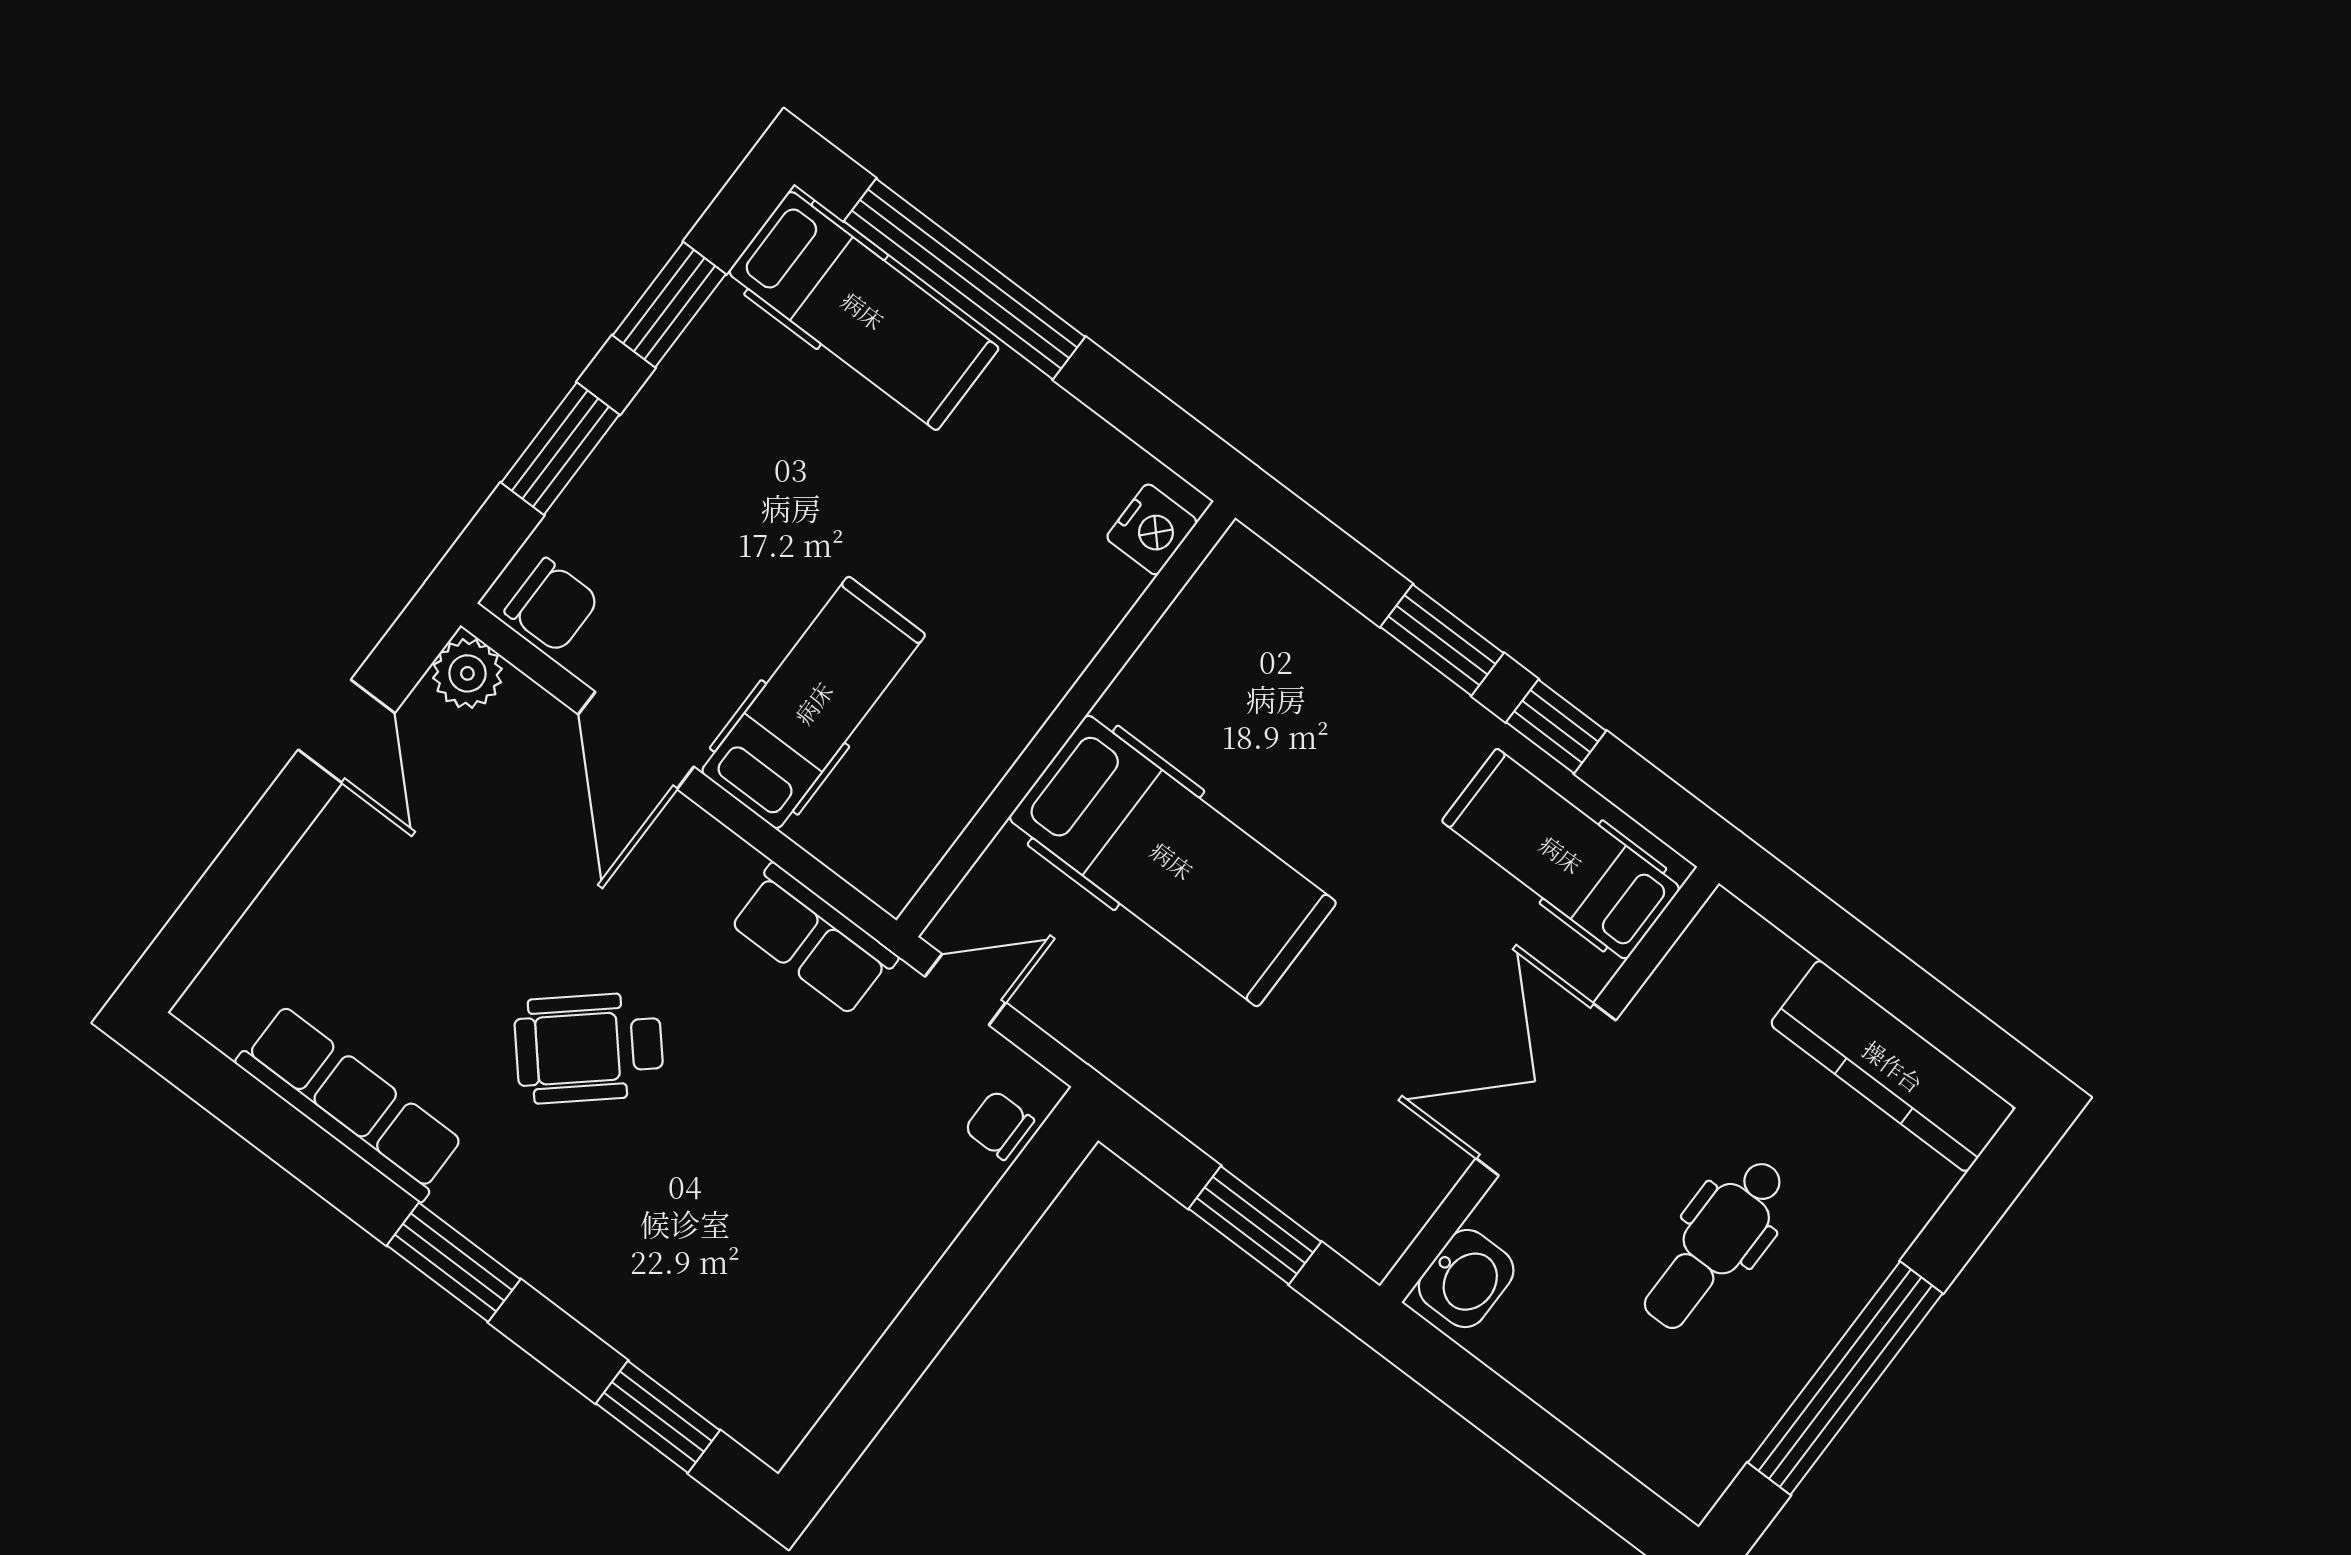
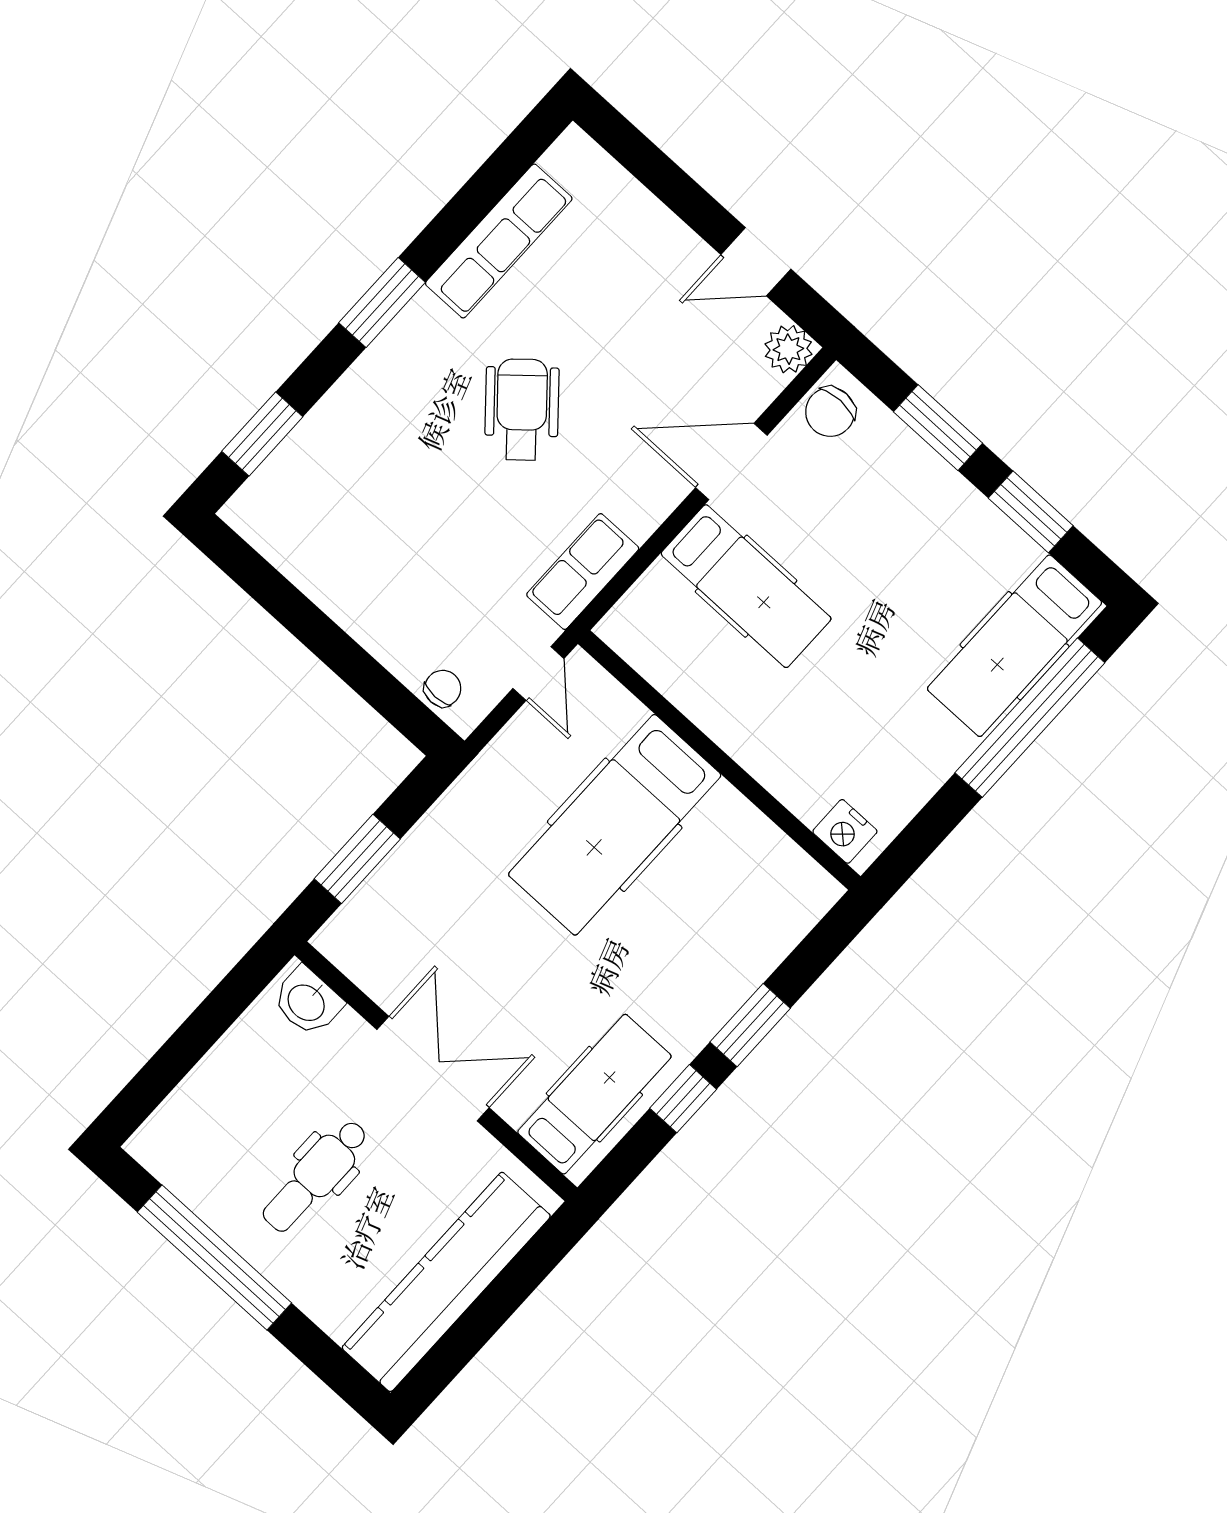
kitchen counter: (1893, 1066) -> (446, 1282), width x1.39, depth x1.17
dental chair: (1715, 1244) -> (315, 1176), turned -90

